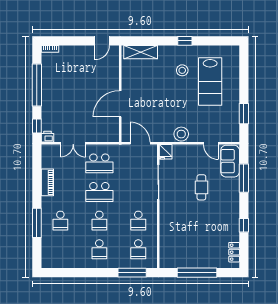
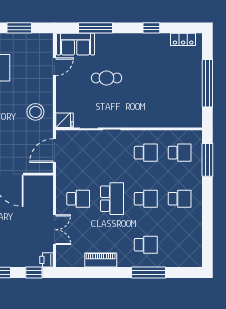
stool: (181, 134) -> (35, 112), moved
school desk: (99, 163) -> (78, 199), width x0.54

